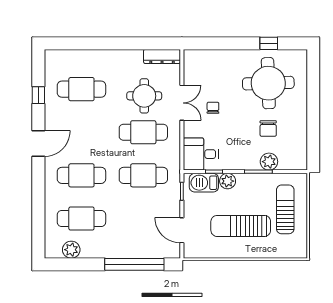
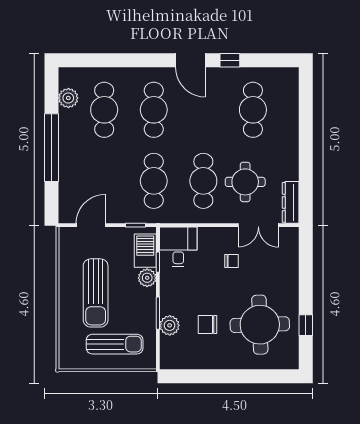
window: (38, 95) -> (230, 60), moved
double door: (182, 103) -> (258, 225), moved
sun lounger: (241, 226) -> (96, 293), turned 180
window: (134, 264) -> (51, 148), moved

